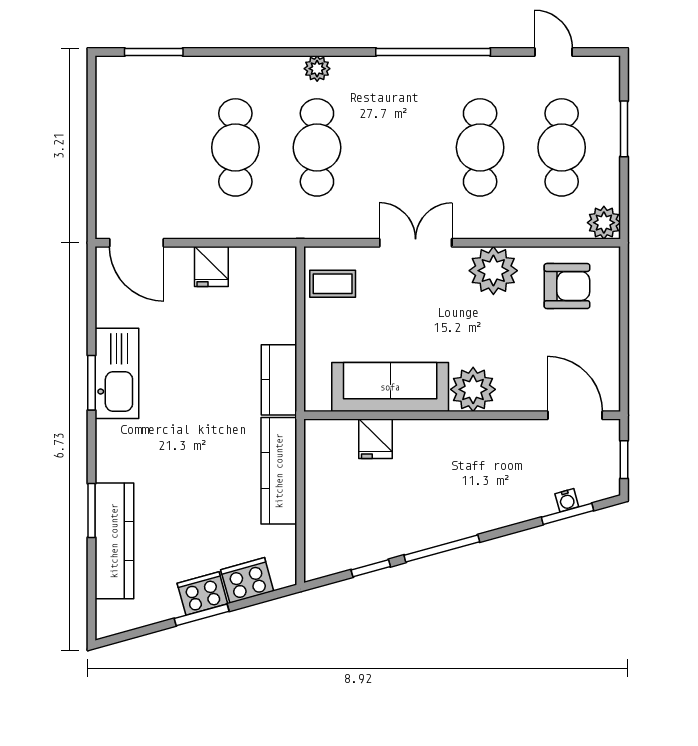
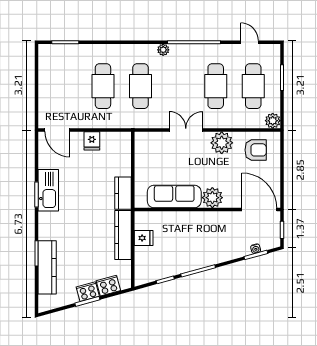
plant: (317, 69) -> (163, 50), moved
coffee table: (333, 284) -> (148, 149), removed
door: (575, 415) -> (259, 210), width x1.36
fridge: (376, 439) -> (144, 238), moved, turned -90

